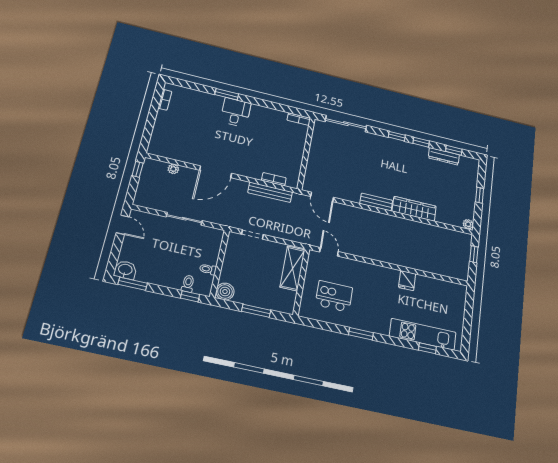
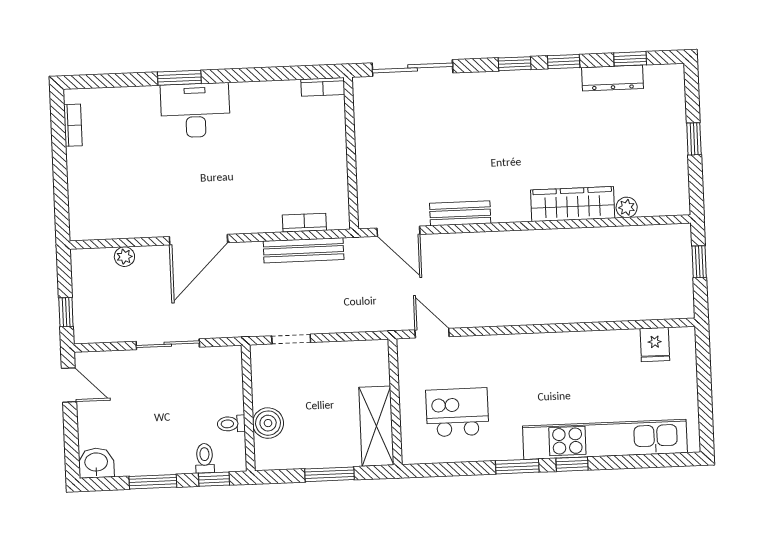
desk: (236, 112) -> (195, 110), width x1.37
window: (138, 169) -> (66, 312), moved
bench: (376, 202) -> (460, 213), moved
plant: (468, 224) -> (627, 207), moved
shelving: (292, 268) -> (376, 426), moved
fridge: (407, 281) -> (655, 344), moved
window: (133, 284) -> (153, 482), moved
boiler: (225, 292) -> (268, 423), moved
kitchen unit: (423, 334) -> (605, 439), width x1.36
window: (428, 348) -> (572, 464), moved

